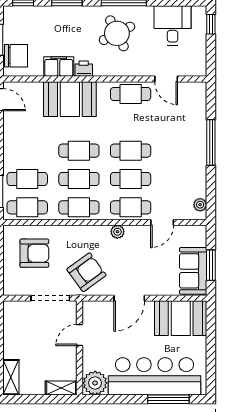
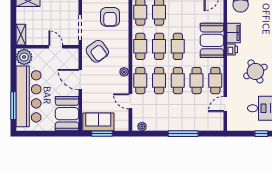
cafe table: (131, 122) -> (197, 81), added

